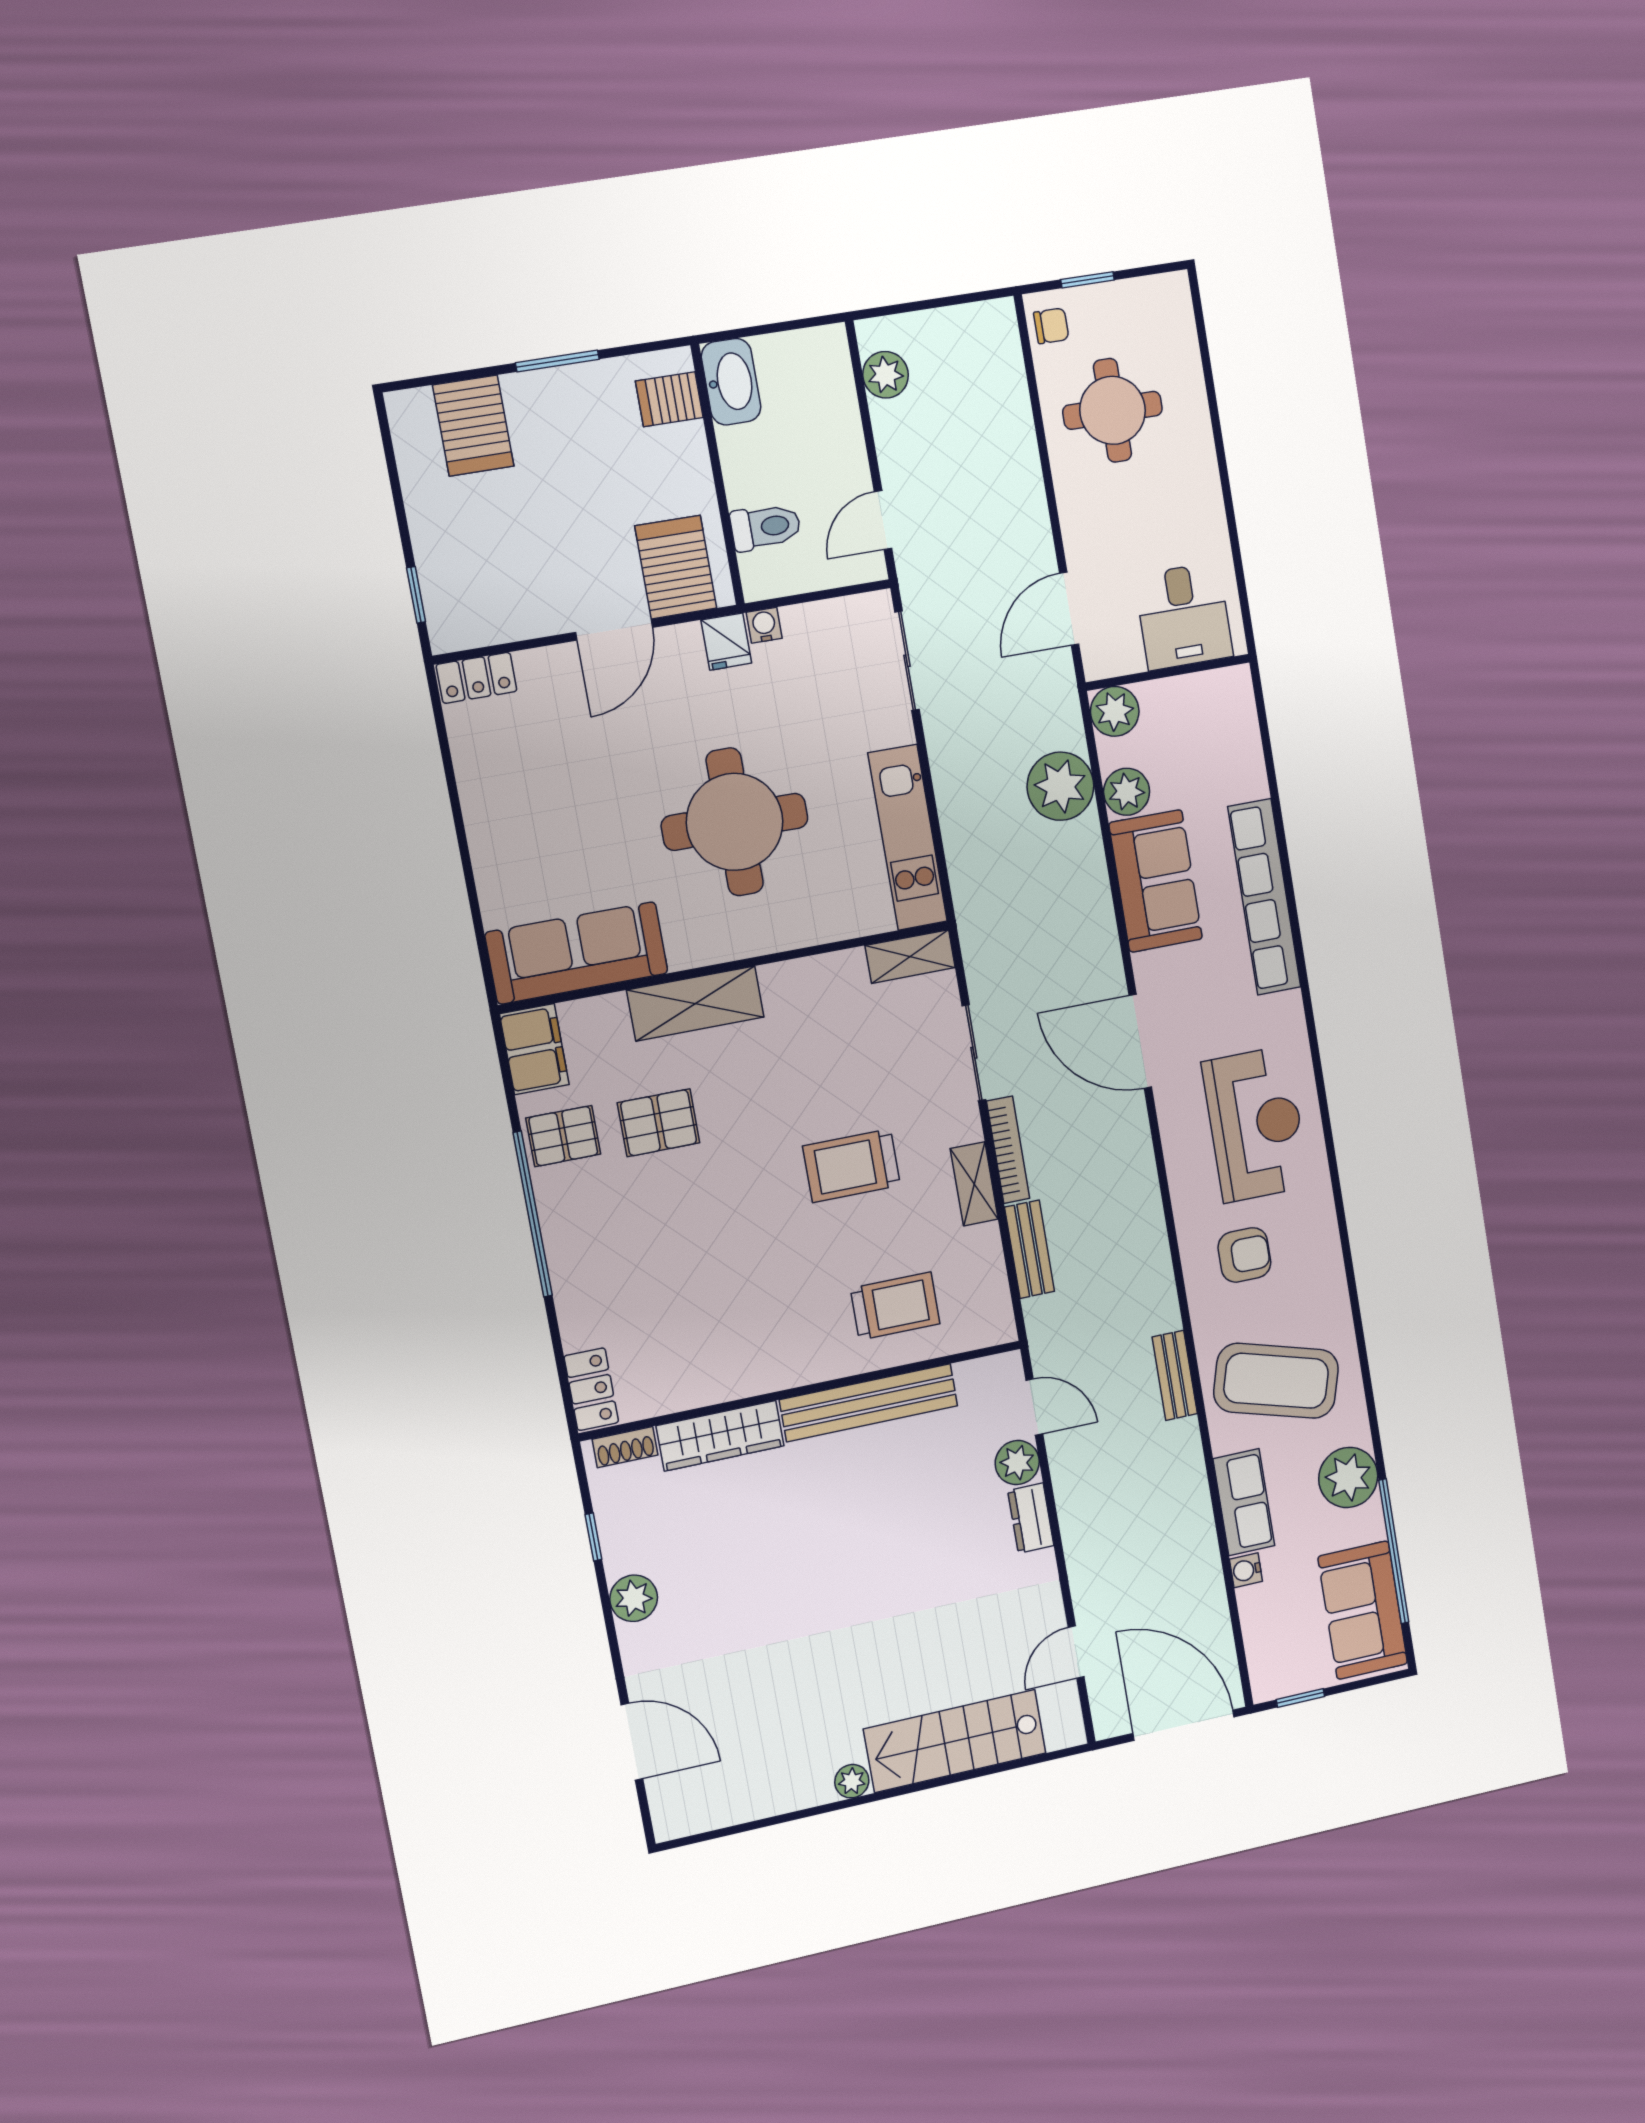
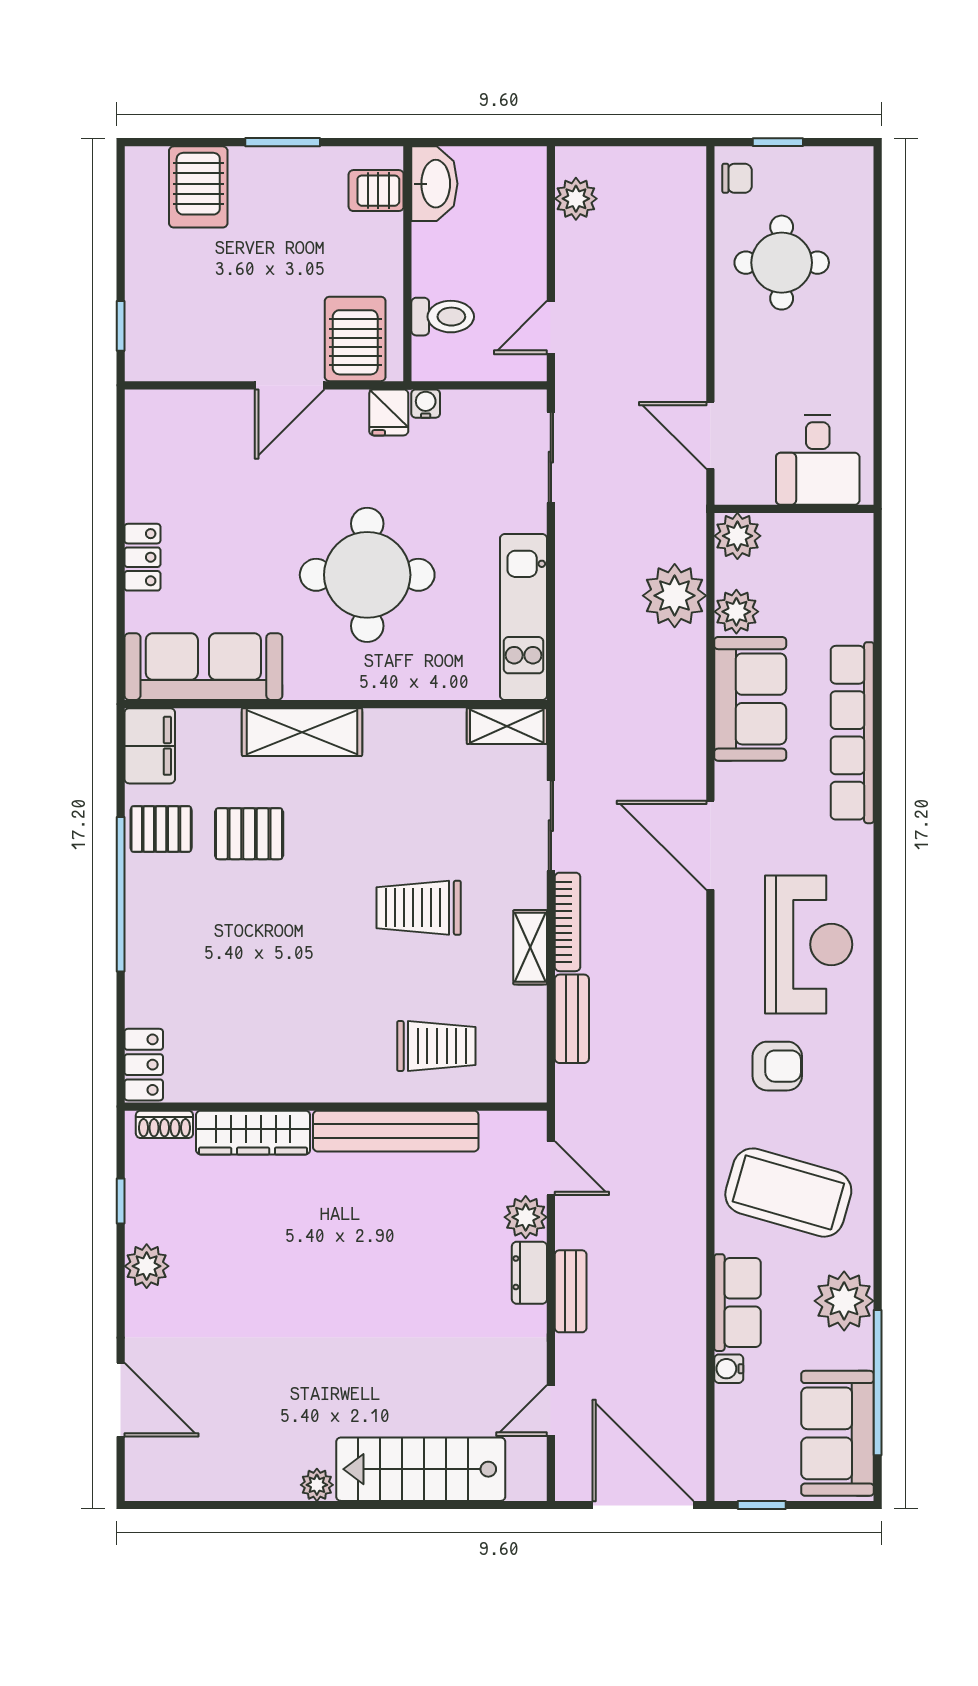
door: (1069, 609) -> (710, 435), hinge flipped
locker: (477, 678) -> (142, 557), moved, turned -90
bench: (1175, 1375) -> (571, 1291), moved

